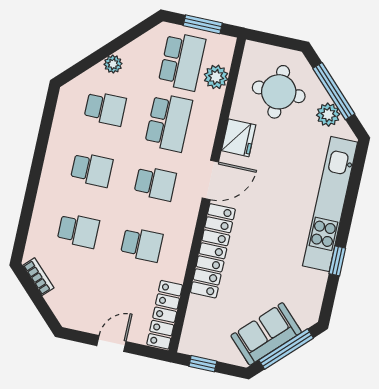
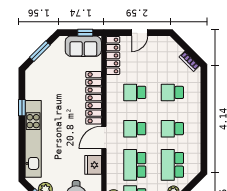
school desk: (105, 109) -> (172, 165), width x1.85
sofa: (266, 334) -> (83, 46), moved, turned 45
window: (286, 349) -> (40, 51), width x0.69

